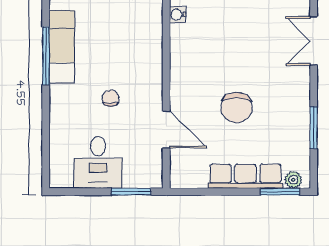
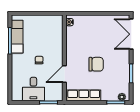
double door: (314, 41) -> (131, 34), width x1.37
chair: (236, 108) -> (96, 64), turned -90
door: (166, 129) -> (64, 74), swing flipped
row of seats: (245, 176) -> (84, 95), moved

